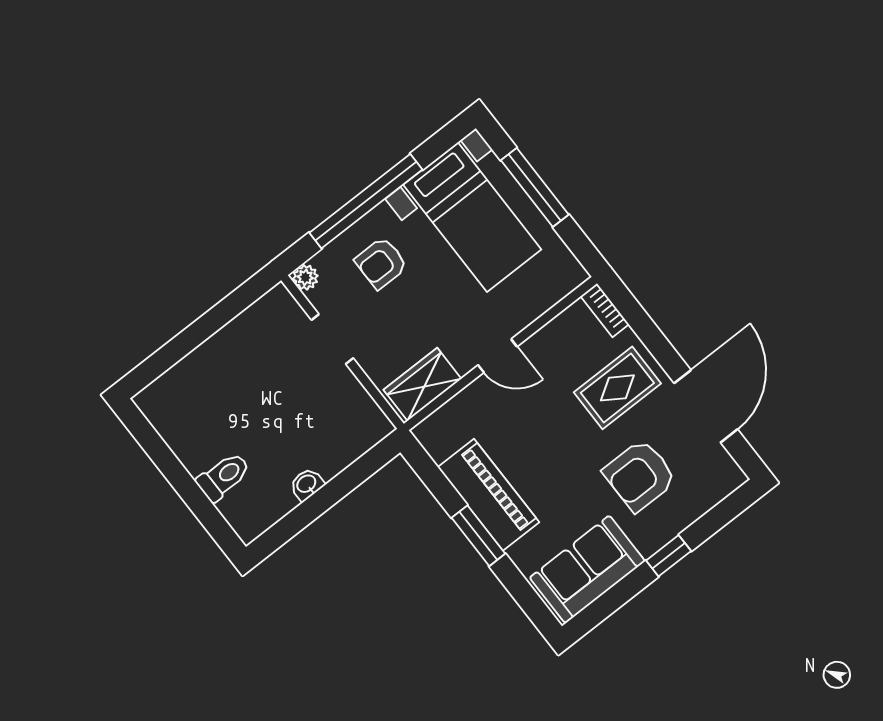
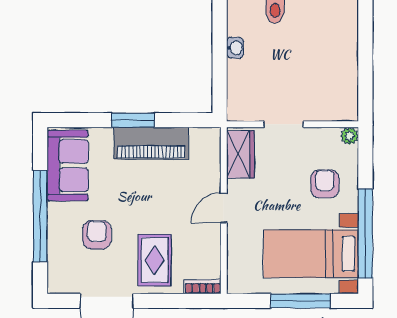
window: (366, 201) -> (365, 233), moved
doorway: (332, 339) -> (284, 124), moved
armchair: (640, 475) -> (97, 235), width x0.72, depth x0.72
window: (669, 556) -> (40, 216), width x3.17

